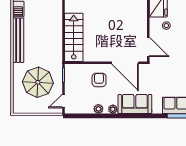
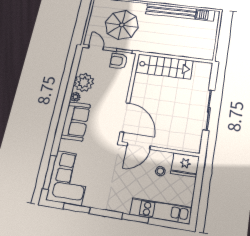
door: (125, 63) -> (125, 117), swing flipped
armchair: (99, 80) -> (119, 61), moved, turned 180
plant: (98, 109) -> (84, 82), width x1.87, depth x1.87

